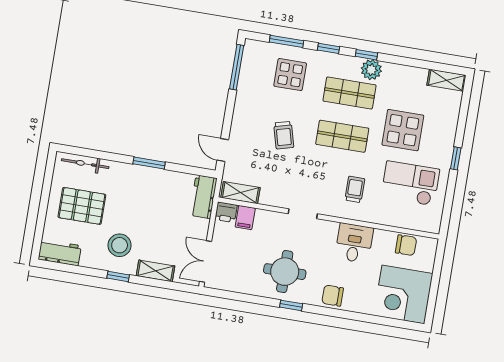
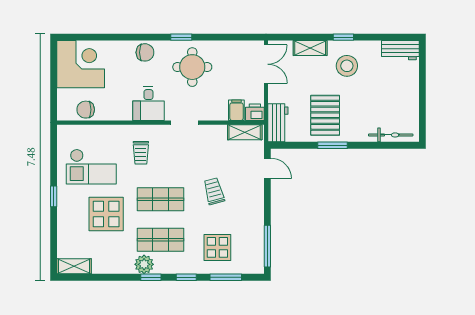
pallet: (82, 206) -> (325, 115), moved, turned 90
desk: (354, 243) -> (148, 104), moved

